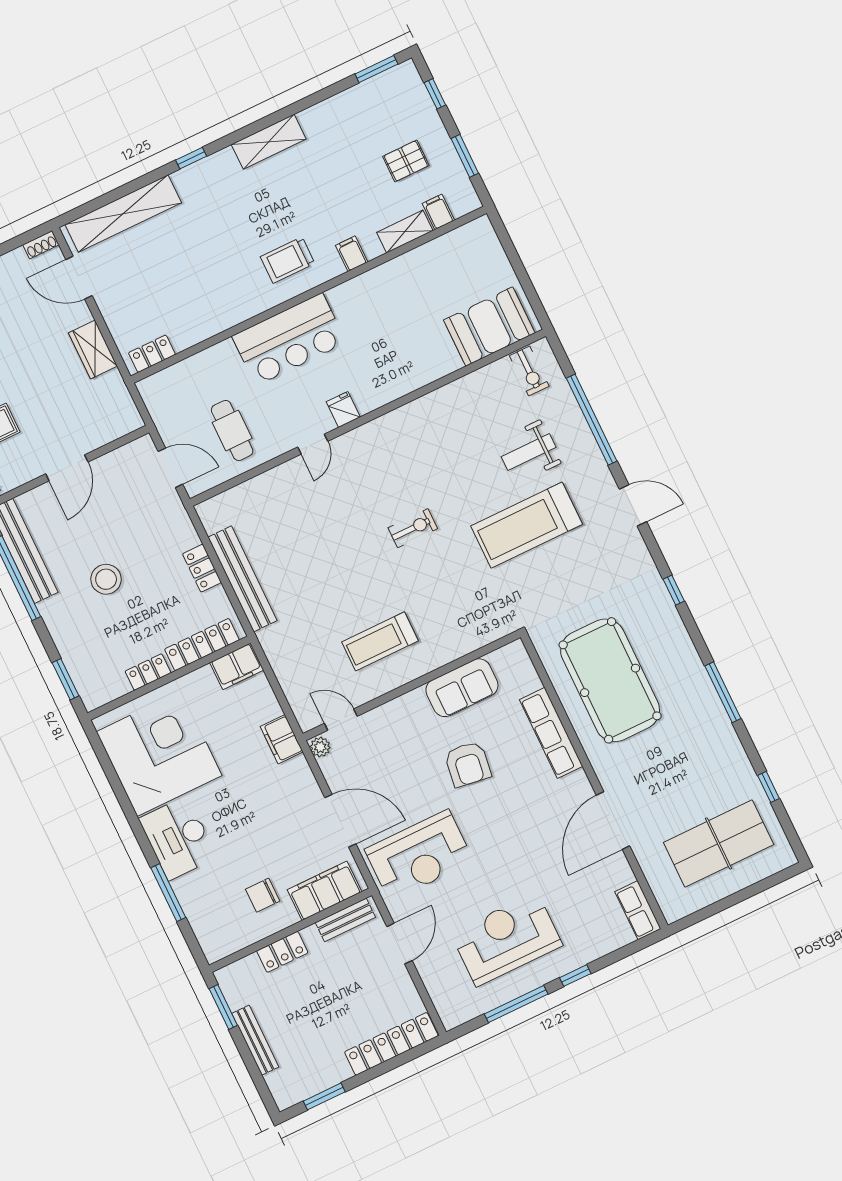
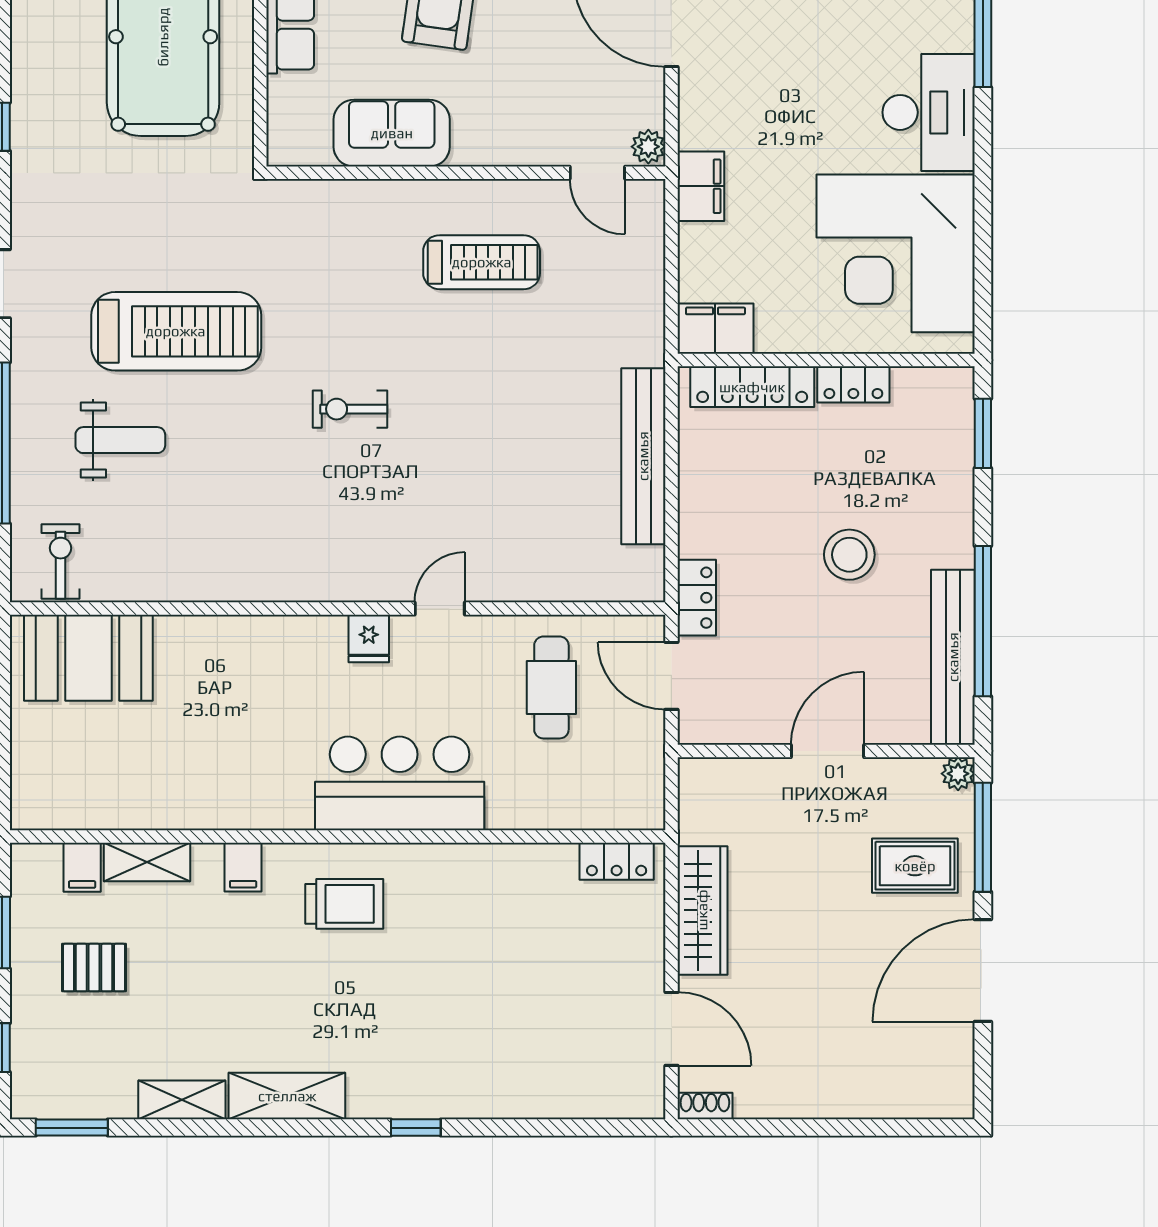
shelving: (123, 214) -> (182, 1100), moved, width x0.45, depth x0.75
wardrobe: (93, 349) -> (702, 910), width x1.50
locker: (202, 568) -> (697, 598), moved

